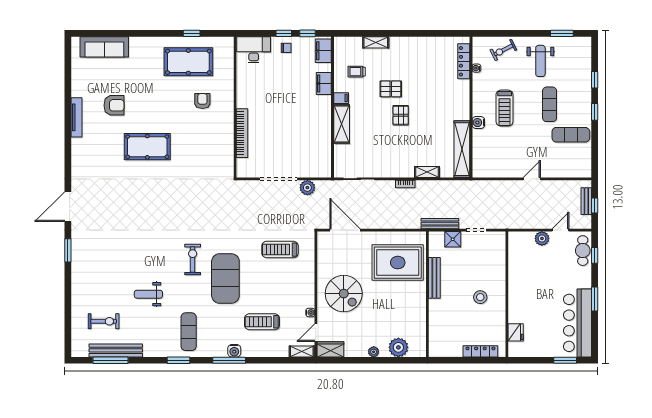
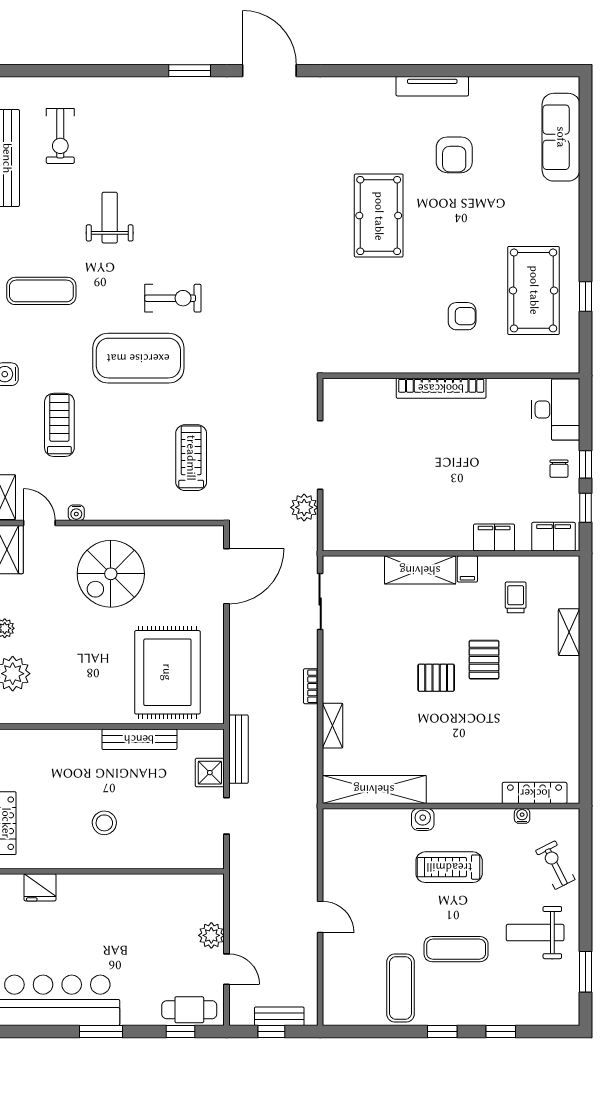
bookcase: (242, 133) -> (441, 388), moved

